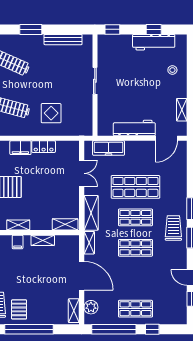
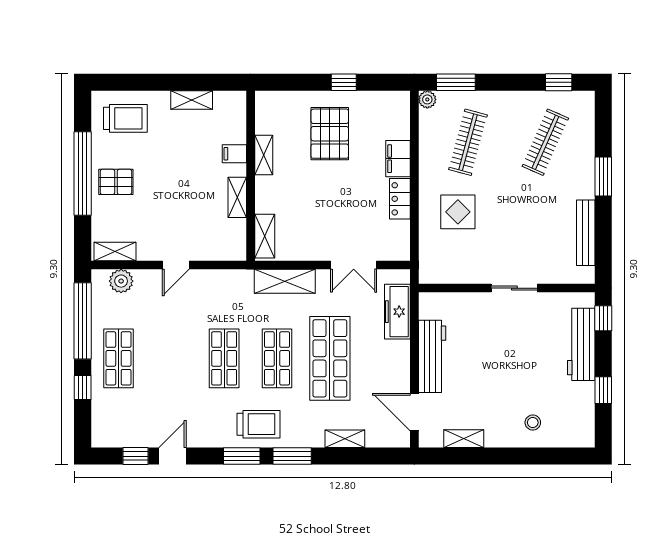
workbench: (154, 42) -> (581, 344), moved
shelving: (89, 243) -> (345, 439), moved
door: (82, 276) -> (176, 265), width x0.53
pallet: (19, 309) -> (116, 182), moved

